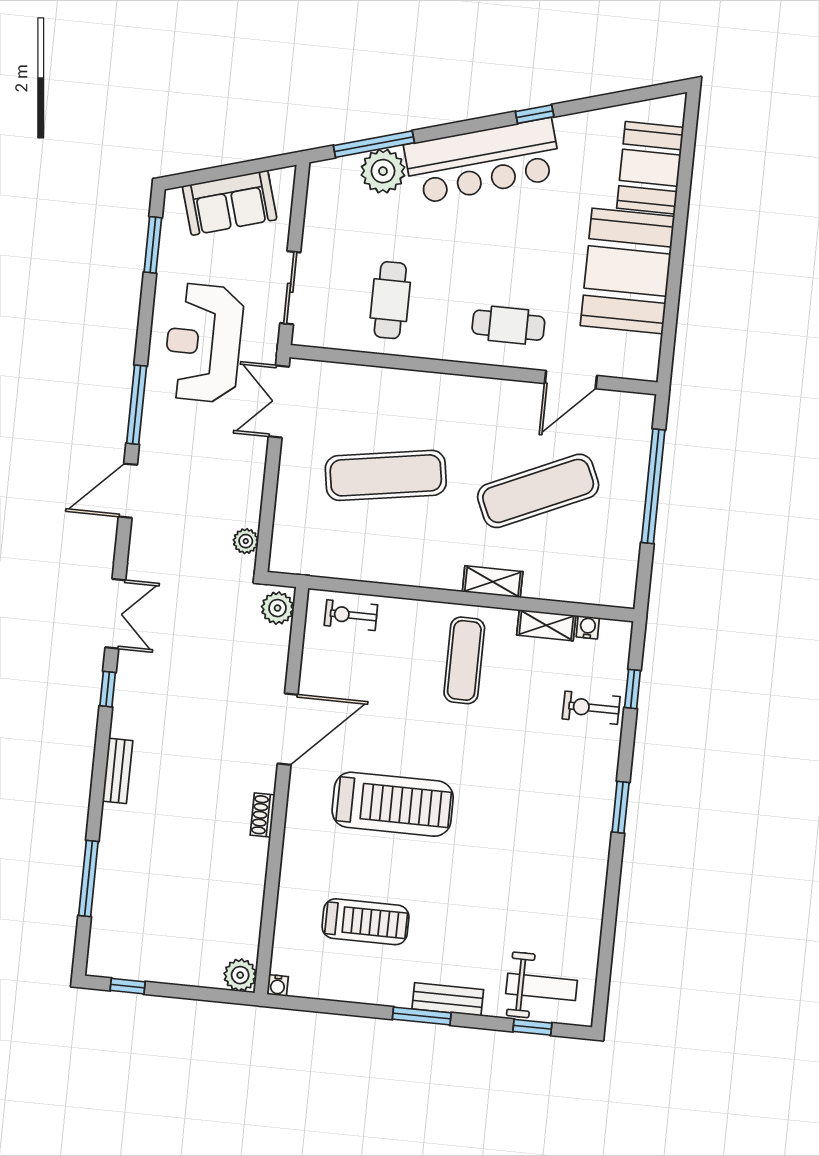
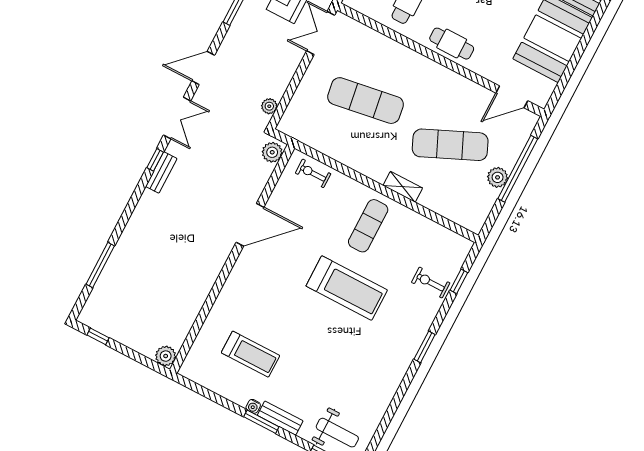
cafe table: (508, 325) -> (452, 44), moved
door: (571, 380) -> (512, 97), moved
door: (128, 491) -> (203, 68), moved
plant: (628, 511) -> (498, 177), added
shelving: (546, 625) -> (424, 224), removed
water cooler: (588, 627) -> (447, 235), removed
bench: (118, 771) -> (161, 172), moved
treadmill: (393, 804) -> (347, 288), moved
shoe rack: (262, 815) -> (216, 269), removed
water cooler: (278, 985) -> (253, 406), moved

